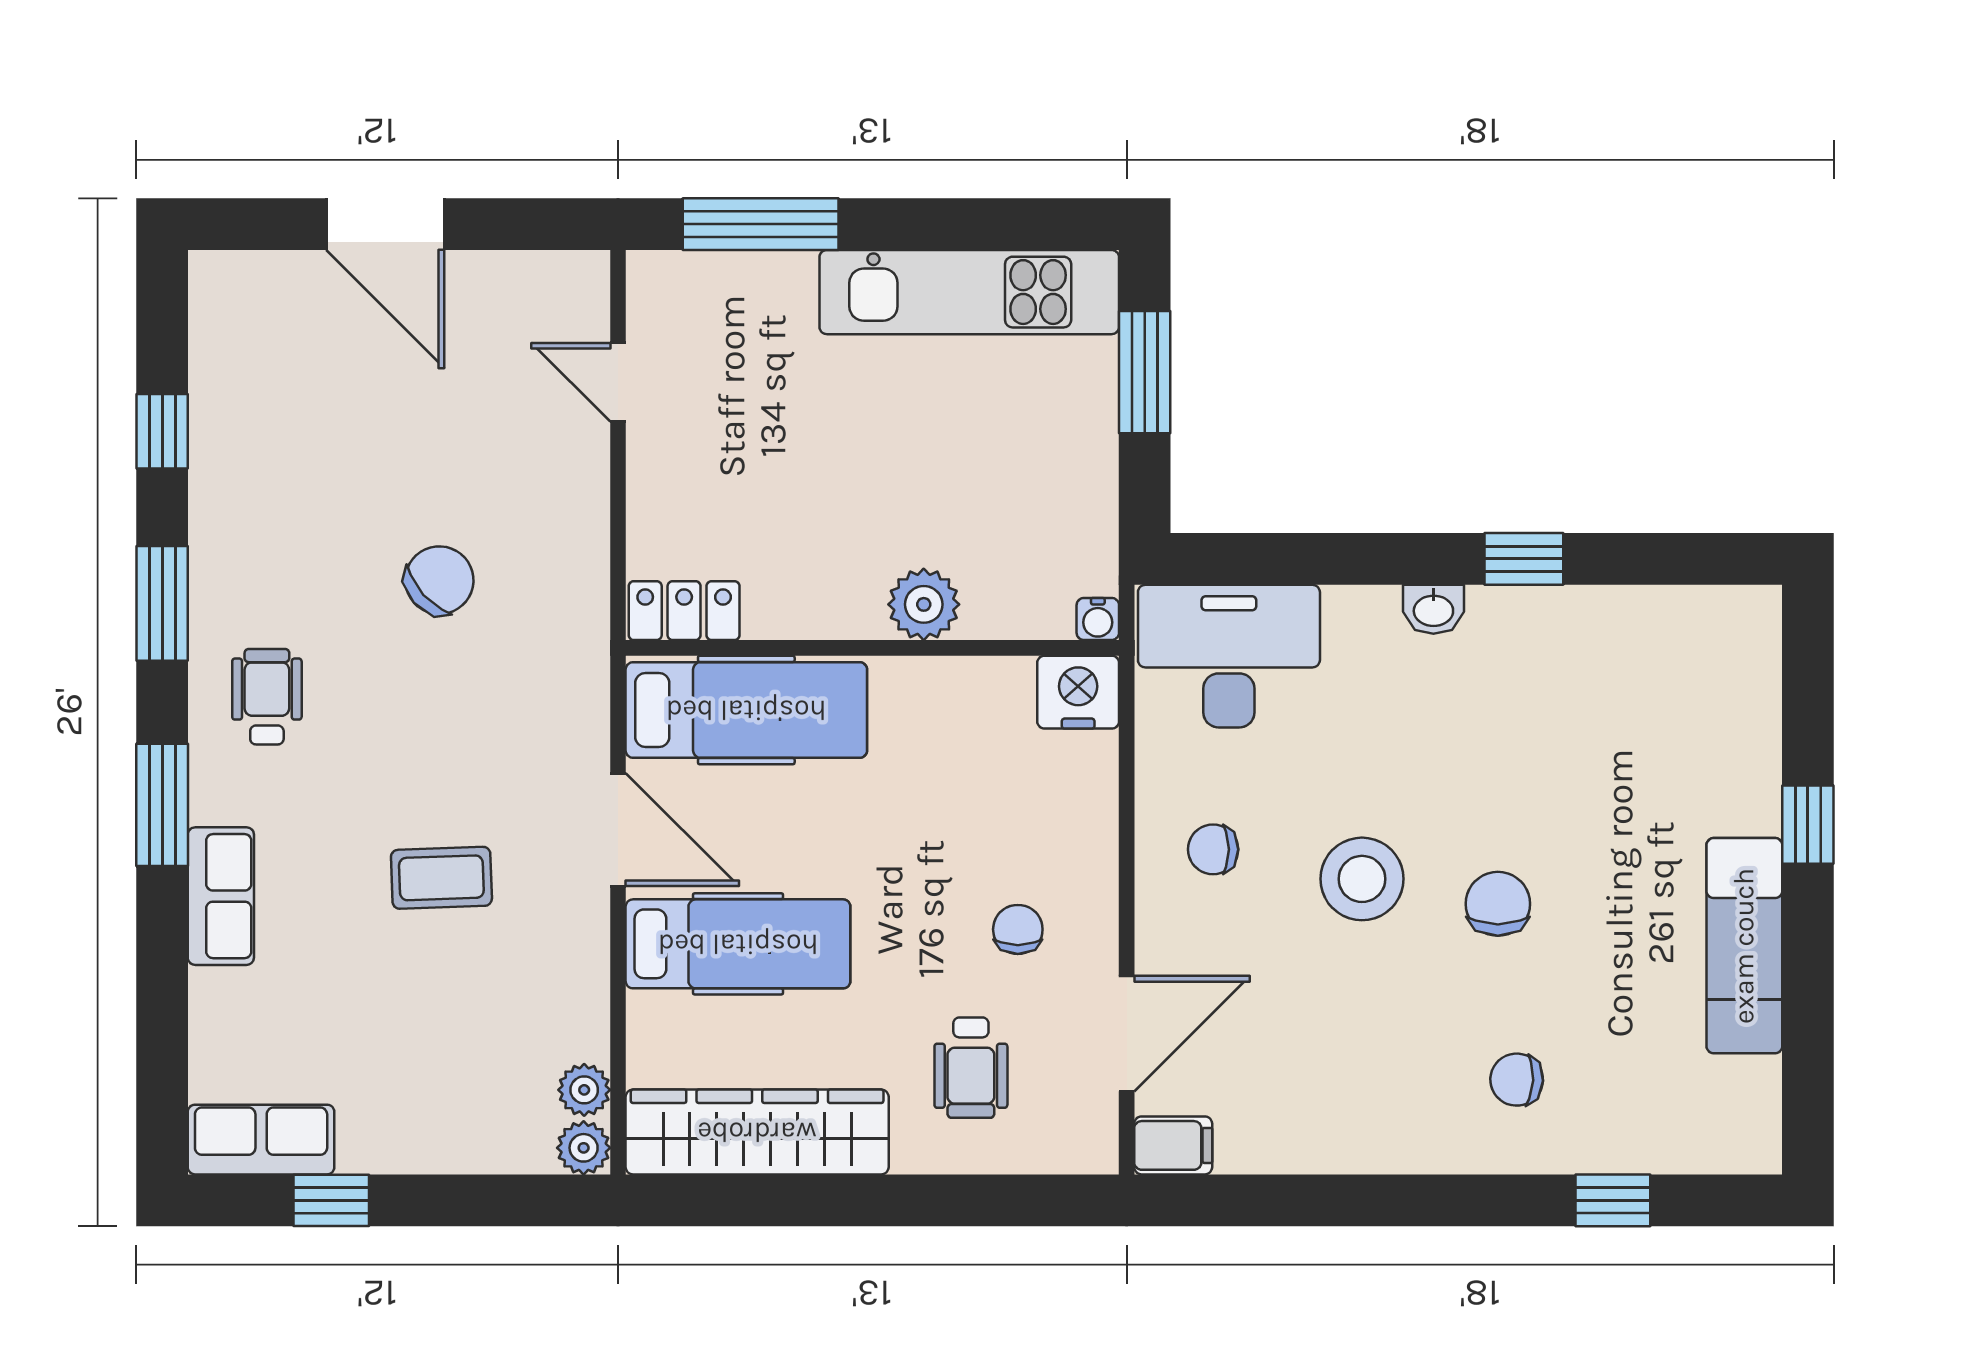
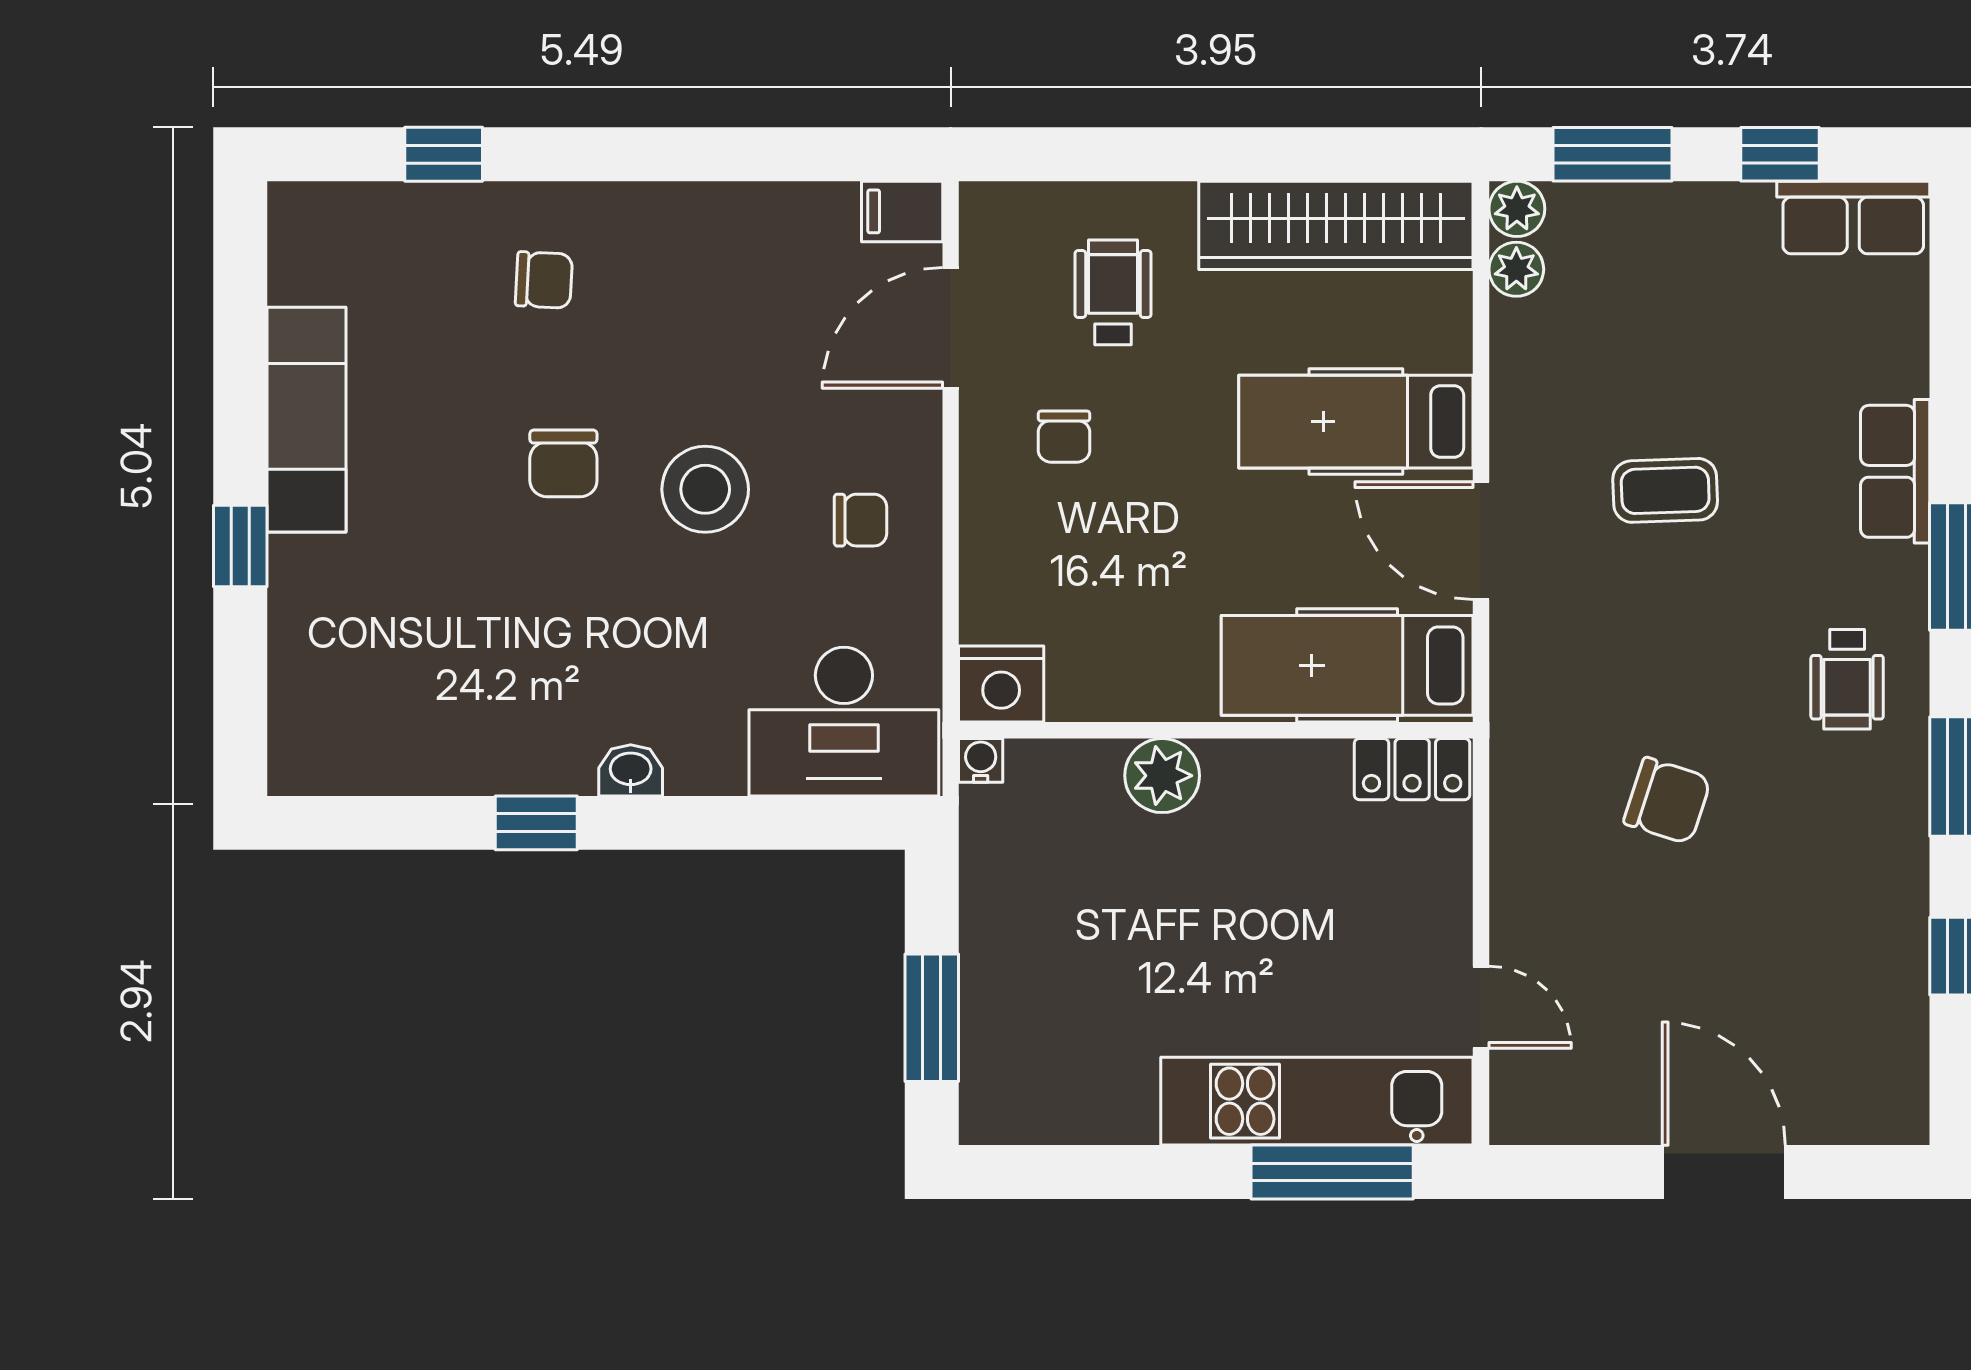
kitchen unit: (969, 292) -> (1317, 1101), moved
chair: (439, 580) -> (1667, 801), turned -120
window: (492, 1200) -> (1613, 154), added

